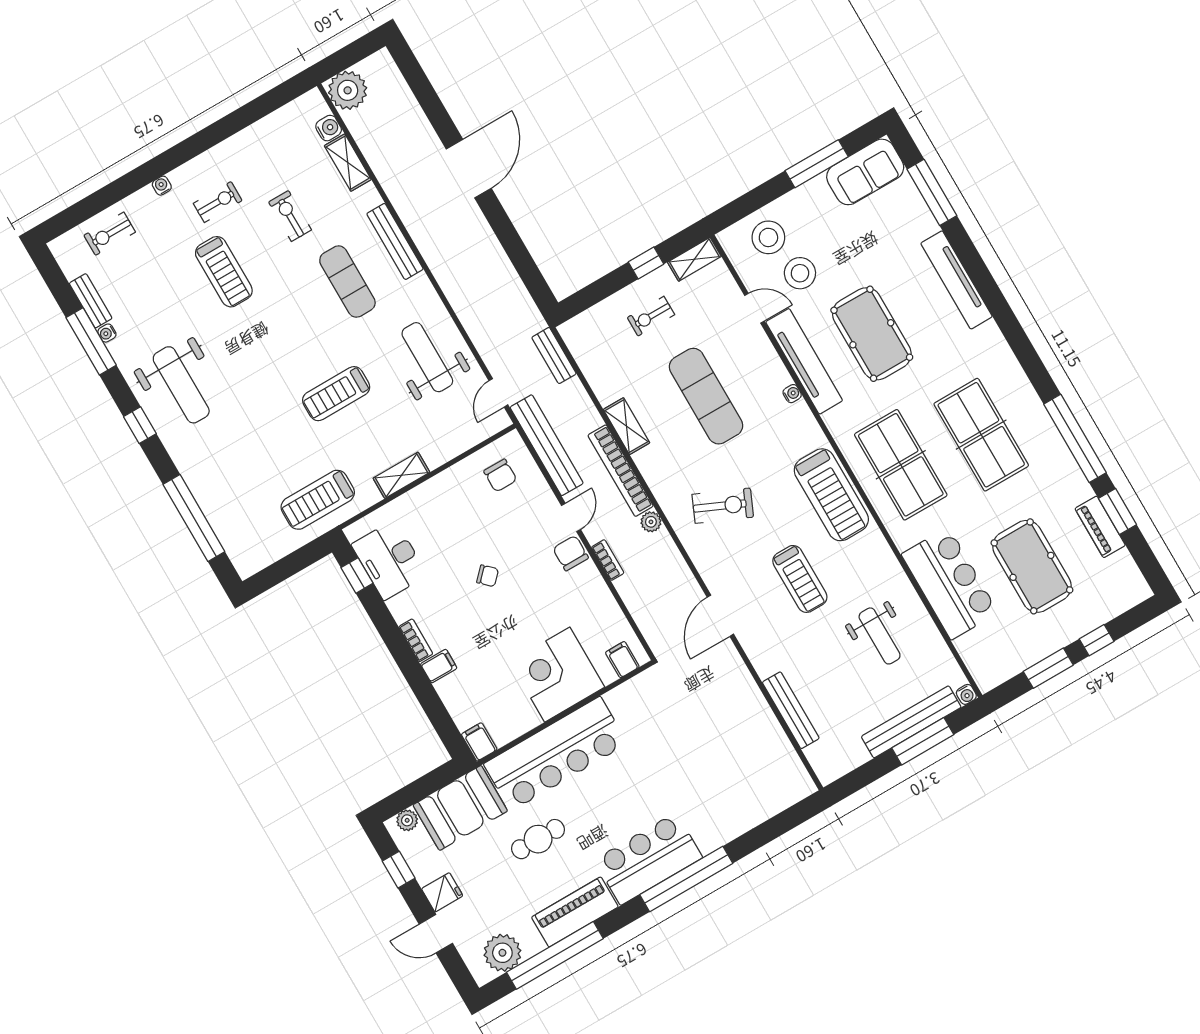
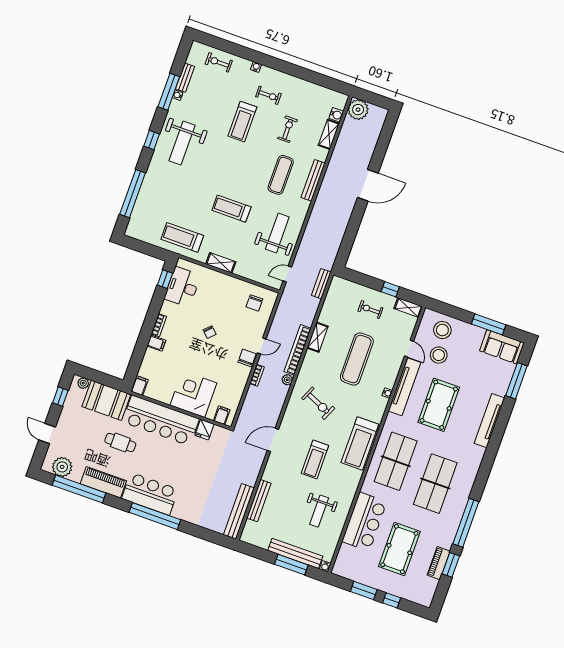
bench: (547, 445) -> (239, 511), moved
fridge: (442, 892) -> (205, 430), moved, turned 90

